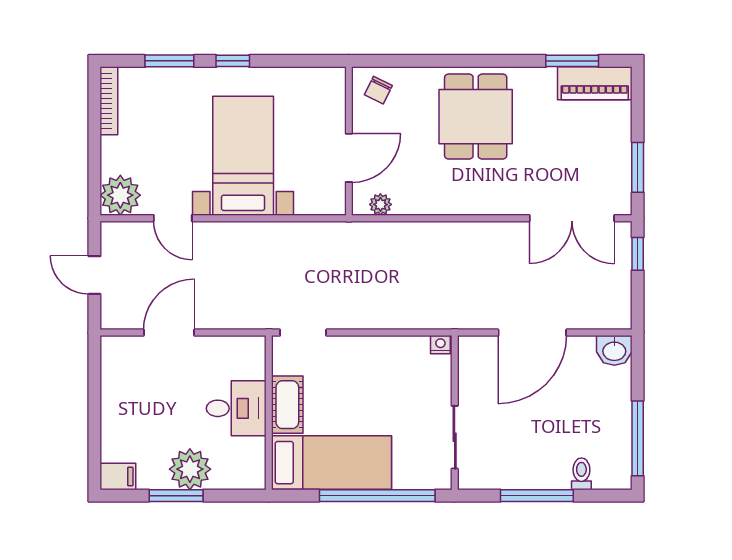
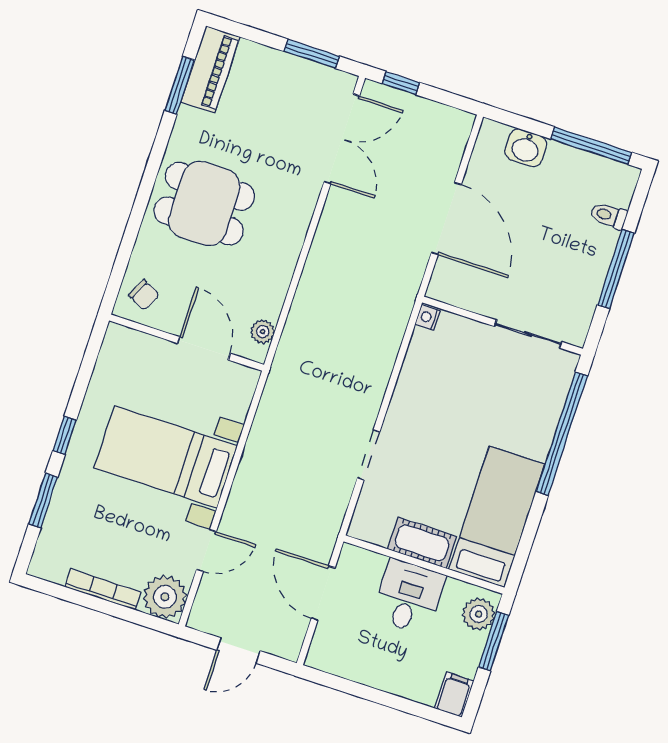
bookcase: (109, 101) -> (103, 589), moved
washbasin: (614, 350) -> (526, 148), moved, turned 90
cot: (287, 405) -> (422, 543), moved
desk: (236, 408) -> (409, 597), moved
wall: (269, 413) -> (424, 564), moved
bed: (332, 463) -> (497, 517), moved
plant: (190, 469) -> (479, 614), width x0.73, depth x0.73

